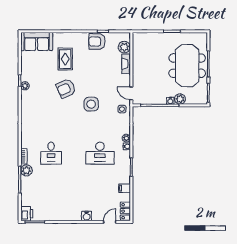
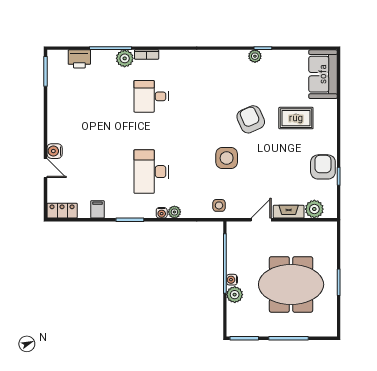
meeting table: (187, 66) -> (291, 284), moved
door: (131, 93) -> (261, 220), moved
printer: (27, 214) -> (79, 59), moved
door: (110, 222) -> (45, 168), moved

